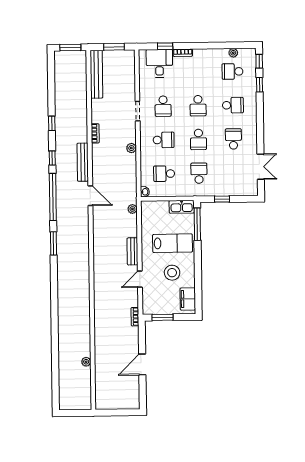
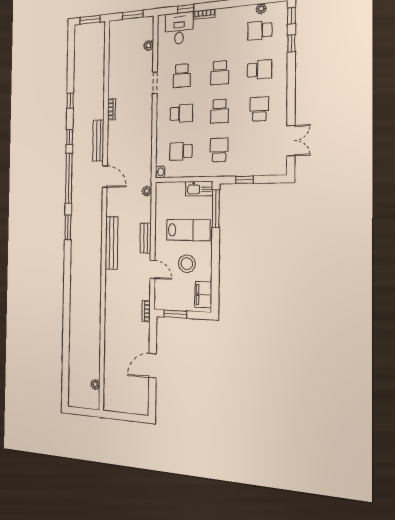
bench: (96, 74) -> (112, 243), moved
plant: (131, 148) -> (148, 45), moved
door: (140, 279) -> (152, 269), swing flipped
plant: (86, 362) -> (95, 384), moved

